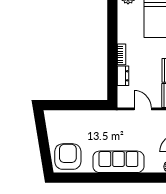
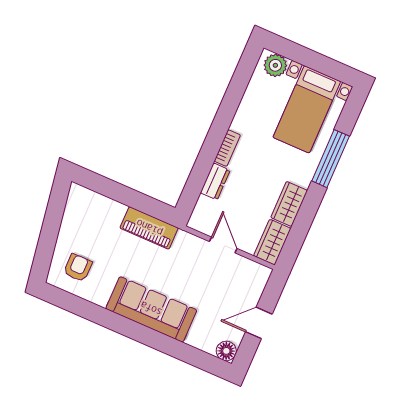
piano: (98, 117) -> (149, 228), added
armchair: (68, 157) -> (78, 268), width x0.53, depth x0.53

